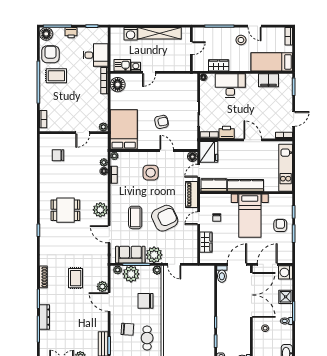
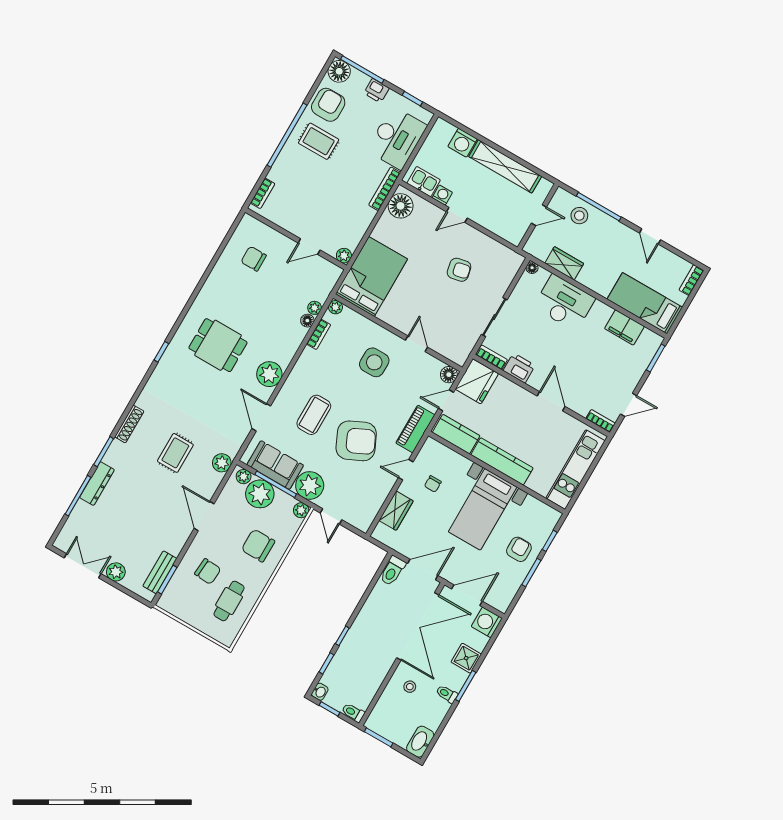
stool: (241, 40) -> (579, 216), moved
desk: (95, 55) -> (397, 138), width x1.37
armchair: (161, 122) -> (459, 270), moved
plant: (102, 287) -> (222, 463), moved

